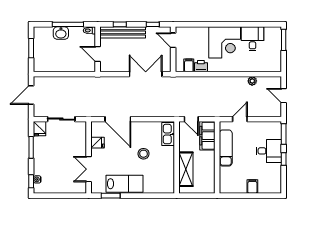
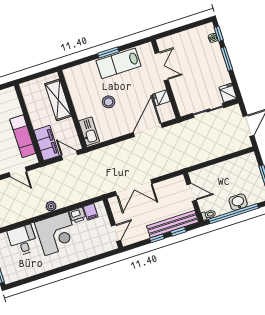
window: (68, 24) -> (234, 214), width x1.46
window: (153, 24) -> (157, 238), moved
desk: (253, 39) -> (23, 240), moved, turned 180
door: (173, 40) -> (116, 233), hinge flipped
corner desk: (225, 42) -> (56, 234), moved, turned 180
plant: (252, 81) -> (51, 206), moved
door: (118, 119) -> (148, 130), hinge flipped
door: (240, 119) -> (18, 172), hinge flipped
window: (31, 147) -> (227, 59), moved
window: (111, 196) -> (108, 53), moved

